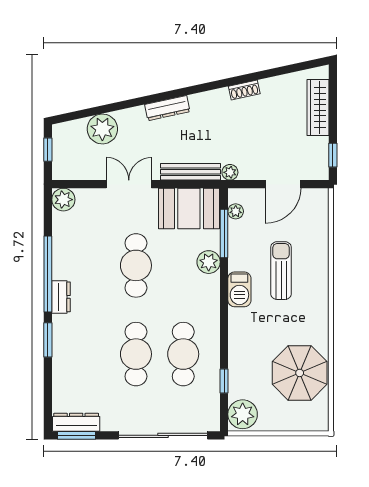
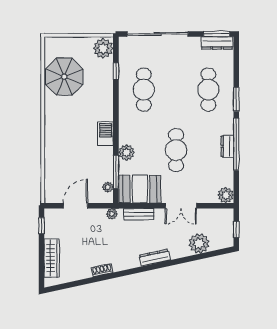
bench: (190, 172) -> (139, 214), width x0.73
sun lounger: (281, 271) -> (77, 147), removed
dresser: (61, 297) -> (227, 146), moved
cafe table: (136, 354) -> (208, 90), moved

